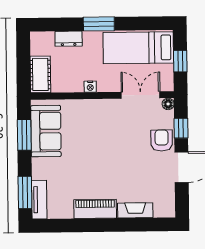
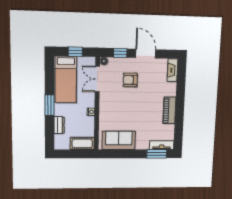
window: (24, 135) -> (121, 154), removed
armchair: (162, 140) -> (130, 80), moved
fireplace: (135, 210) -> (173, 70), moved

